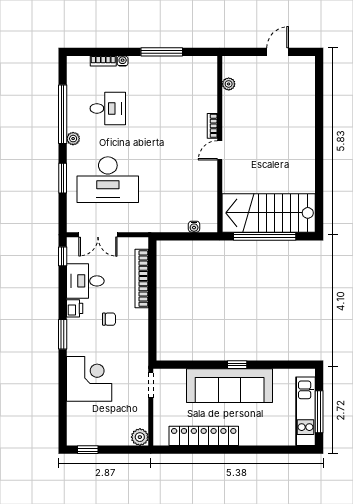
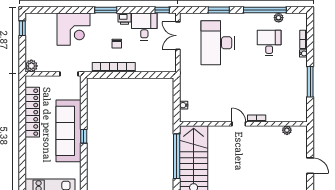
desk: (108, 108) -> (269, 43), turned 180
plant: (73, 139) -> (279, 18), moved
bookcase: (142, 279) -> (114, 67), moved

